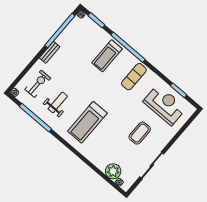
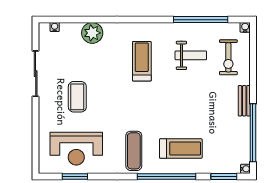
treadmill: (107, 56) -> (181, 149), turned 90
weight bench: (58, 102) -> (191, 55), turned -90
treadmill: (87, 122) -> (142, 61), width x0.73, depth x0.73
plant: (113, 171) -> (92, 33), moved

